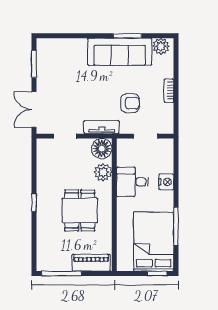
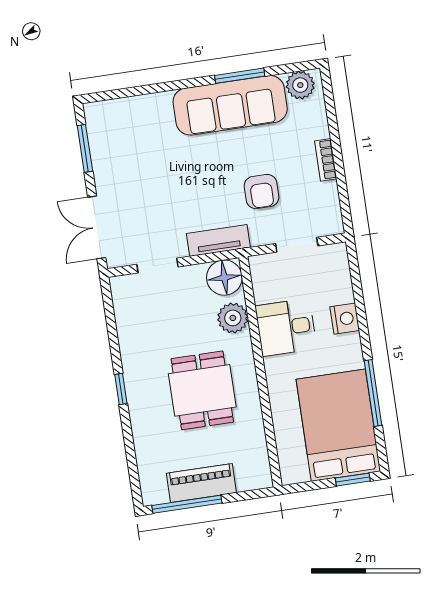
armchair: (130, 103) -> (262, 192), turned 90
piano: (91, 263) -> (201, 483), moved

